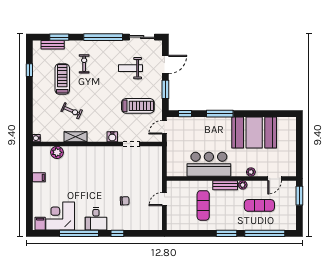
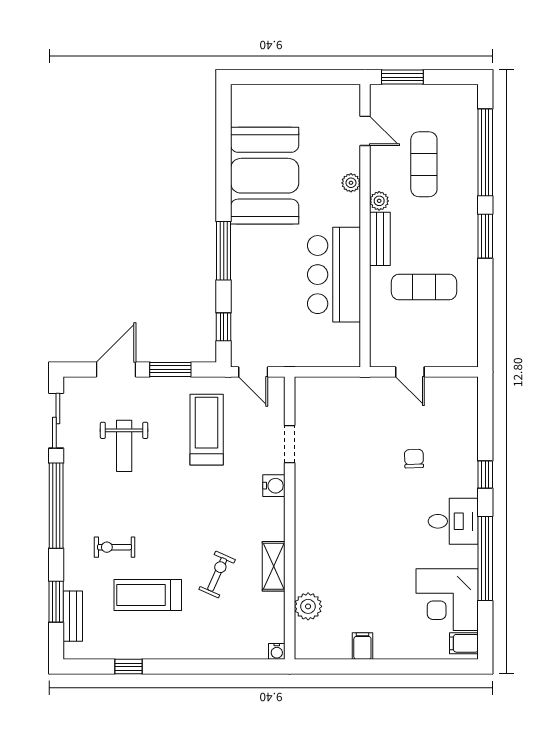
door: (165, 65) -> (116, 369), hinge flipped

